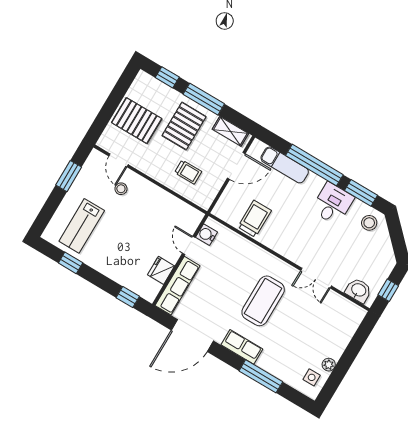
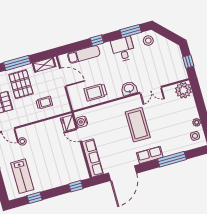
window: (314, 165) -> (97, 41), width x0.32
door: (236, 166) -> (63, 77), hinge flipped
trolley: (254, 219) -> (96, 92), turned -90
fridge: (161, 270) -> (68, 123), moved
washbasin: (358, 290) -> (129, 88), moved
plant: (351, 315) -> (183, 90), added

